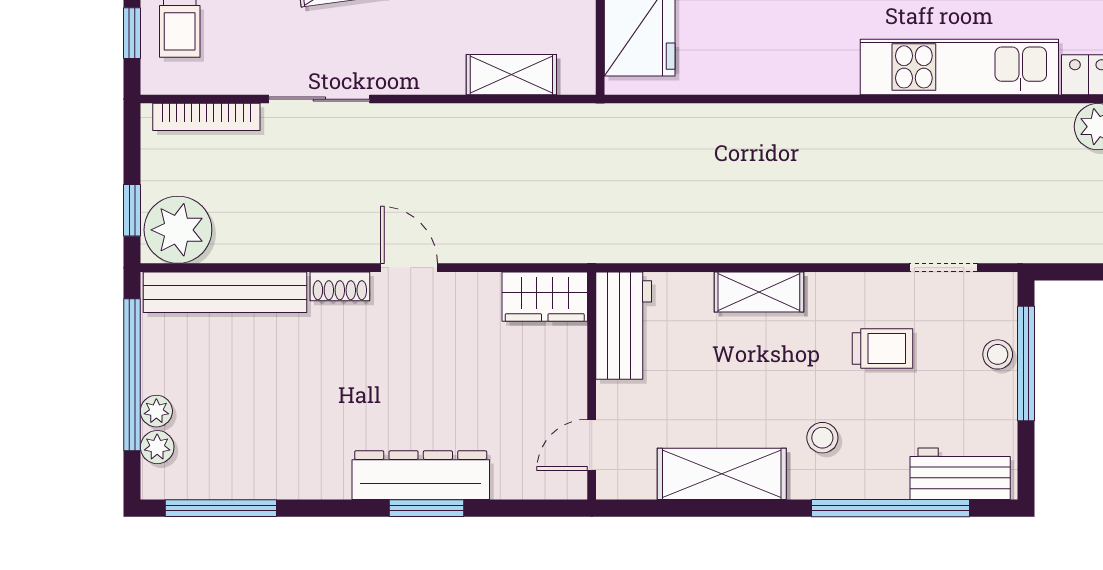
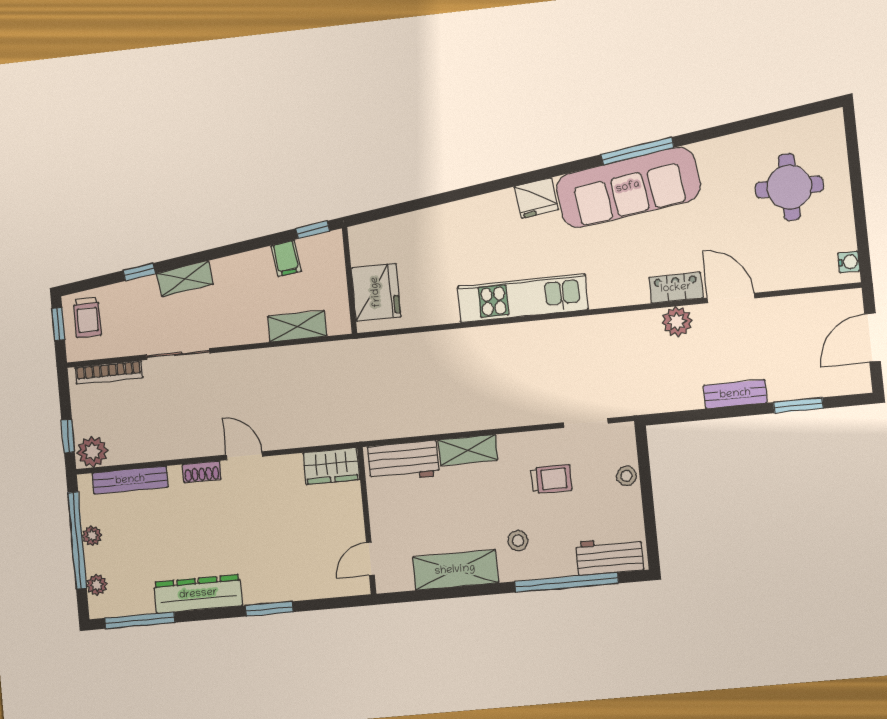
kitchen unit: (959, 67) -> (523, 298), moved
plant: (178, 230) -> (92, 452), width x0.73, depth x0.73
bench: (225, 292) -> (130, 480), width x0.73, depth x0.82
workbench: (624, 326) -> (403, 461), moved, turned 90
window: (1026, 364) -> (646, 480), removed
plant: (156, 411) -> (92, 536), moved
dresser: (421, 475) -> (198, 594), moved

